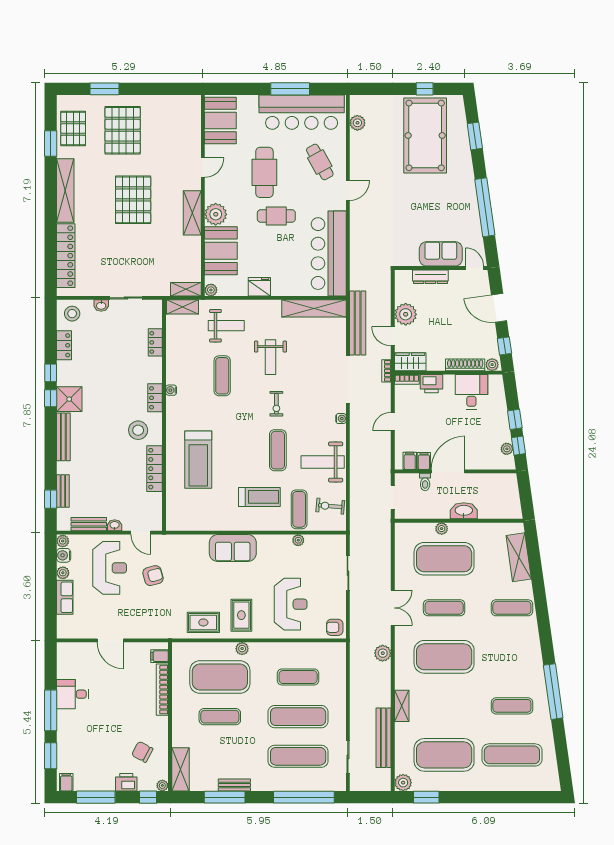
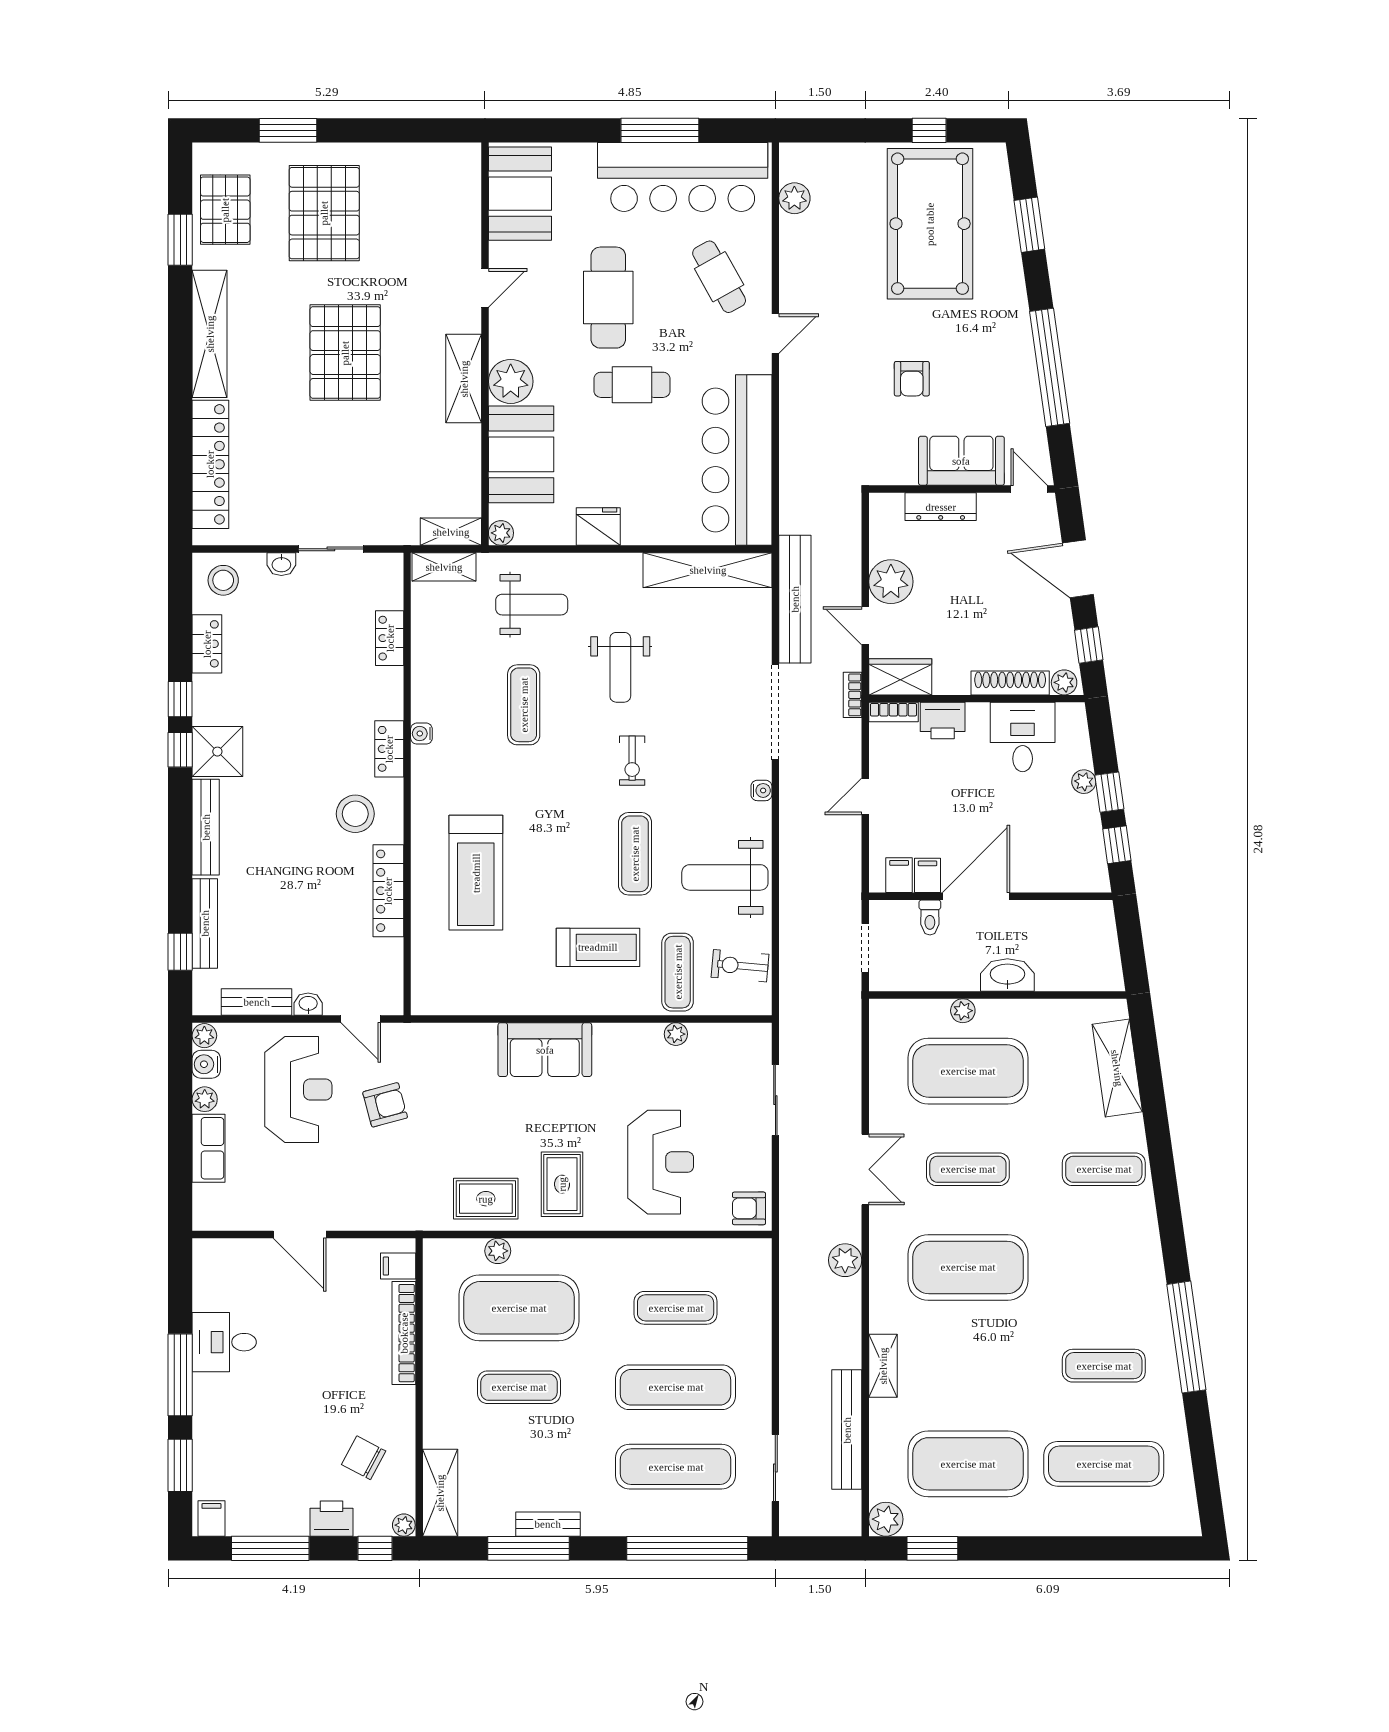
armchair: (416, 213) -> (912, 379), added
plant: (507, 449) -> (1084, 782), moved
bench: (63, 491) -> (205, 923), width x1.36
plant: (242, 649) -> (498, 1251), moved

